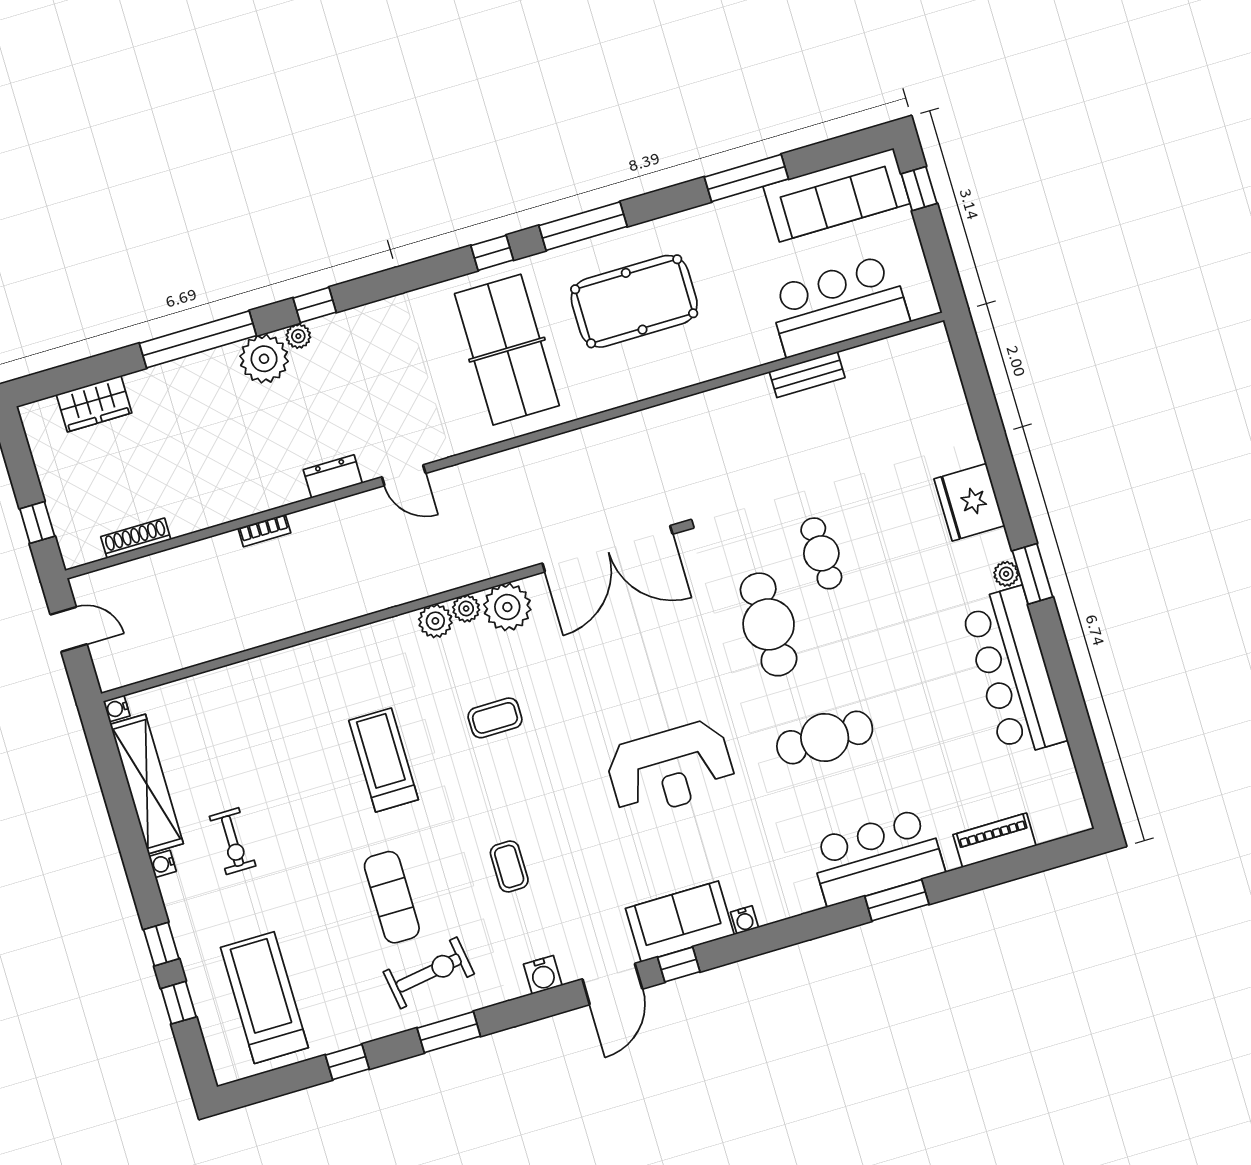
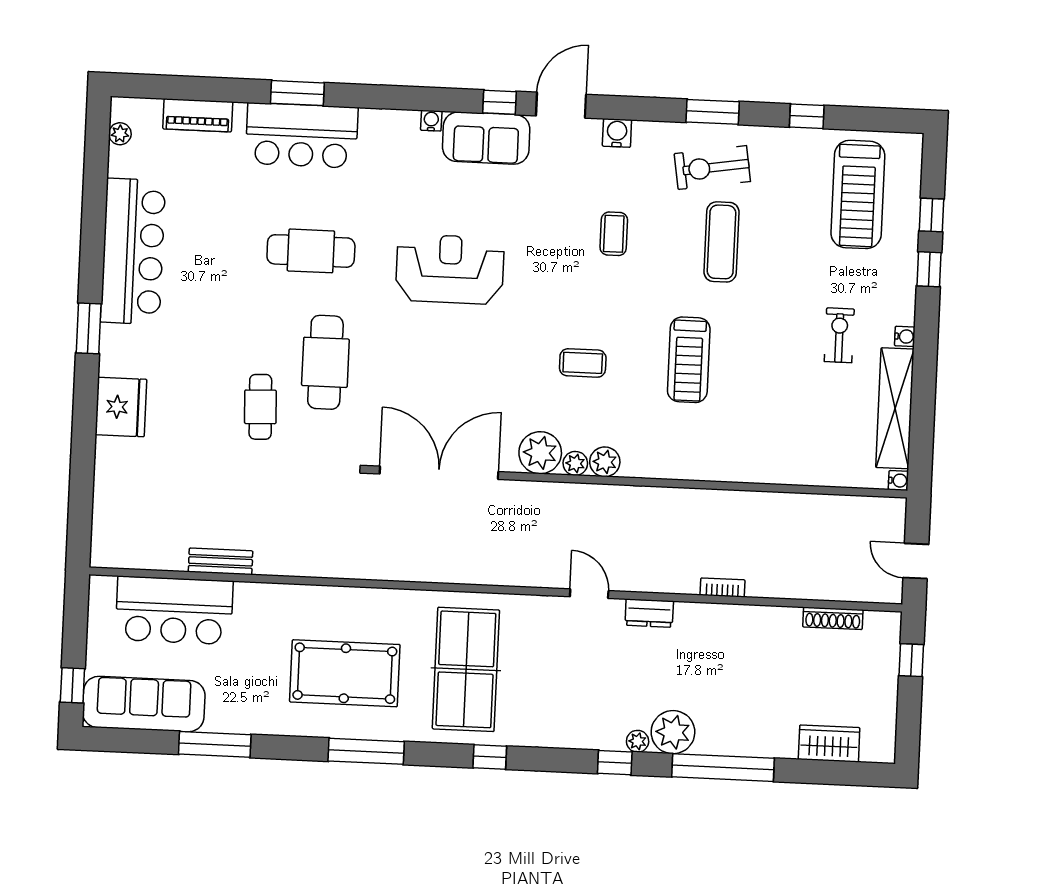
window: (492, 253) -> (490, 757), moved
plant: (1006, 574) -> (120, 134), moved

